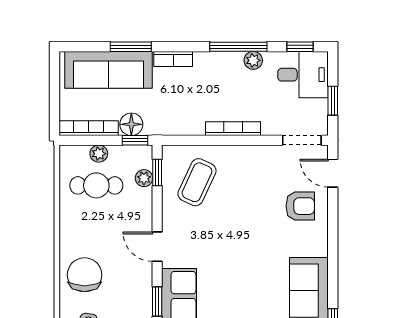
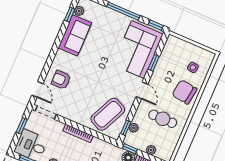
coffee table: (197, 182) -> (108, 114), width x1.36, depth x1.32
cafe table: (96, 185) -> (163, 119), moved
chair: (85, 275) -> (184, 92), turned 98

